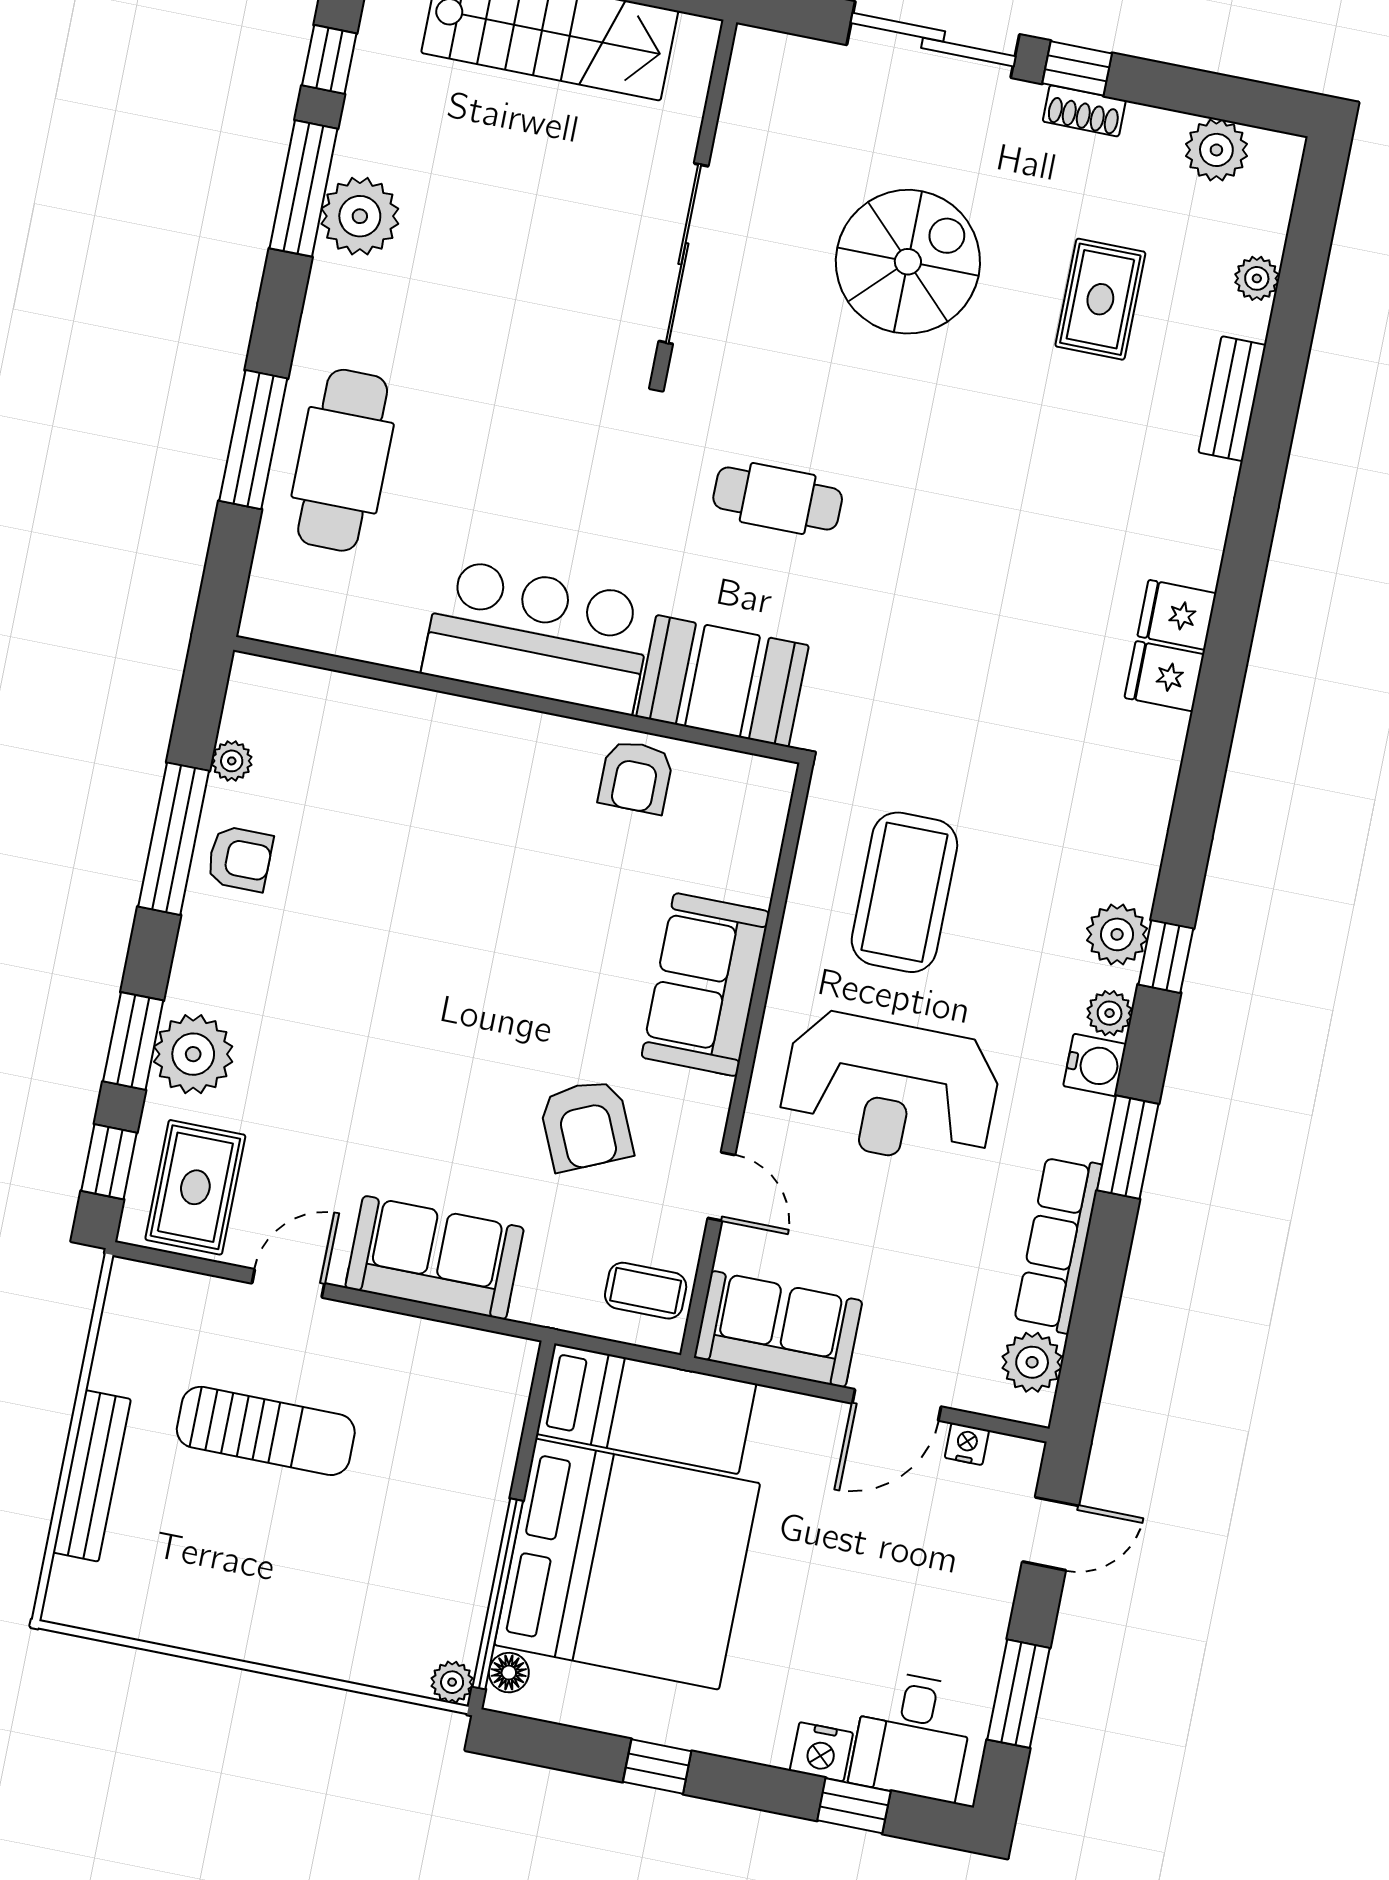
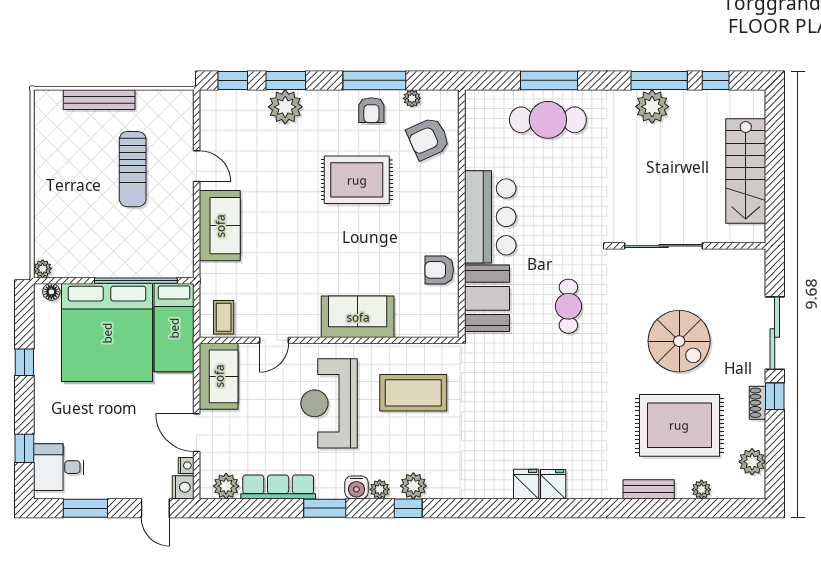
rug: (1100, 299) -> (679, 425), width x1.86, depth x2.06
armchair: (586, 1125) -> (428, 139), moved
rug: (195, 1187) -> (357, 180), moved, width x1.36, depth x1.43
window: (498, 1594) -> (136, 281), moved
nightstand: (821, 1752) -> (183, 487), moved, turned 180

